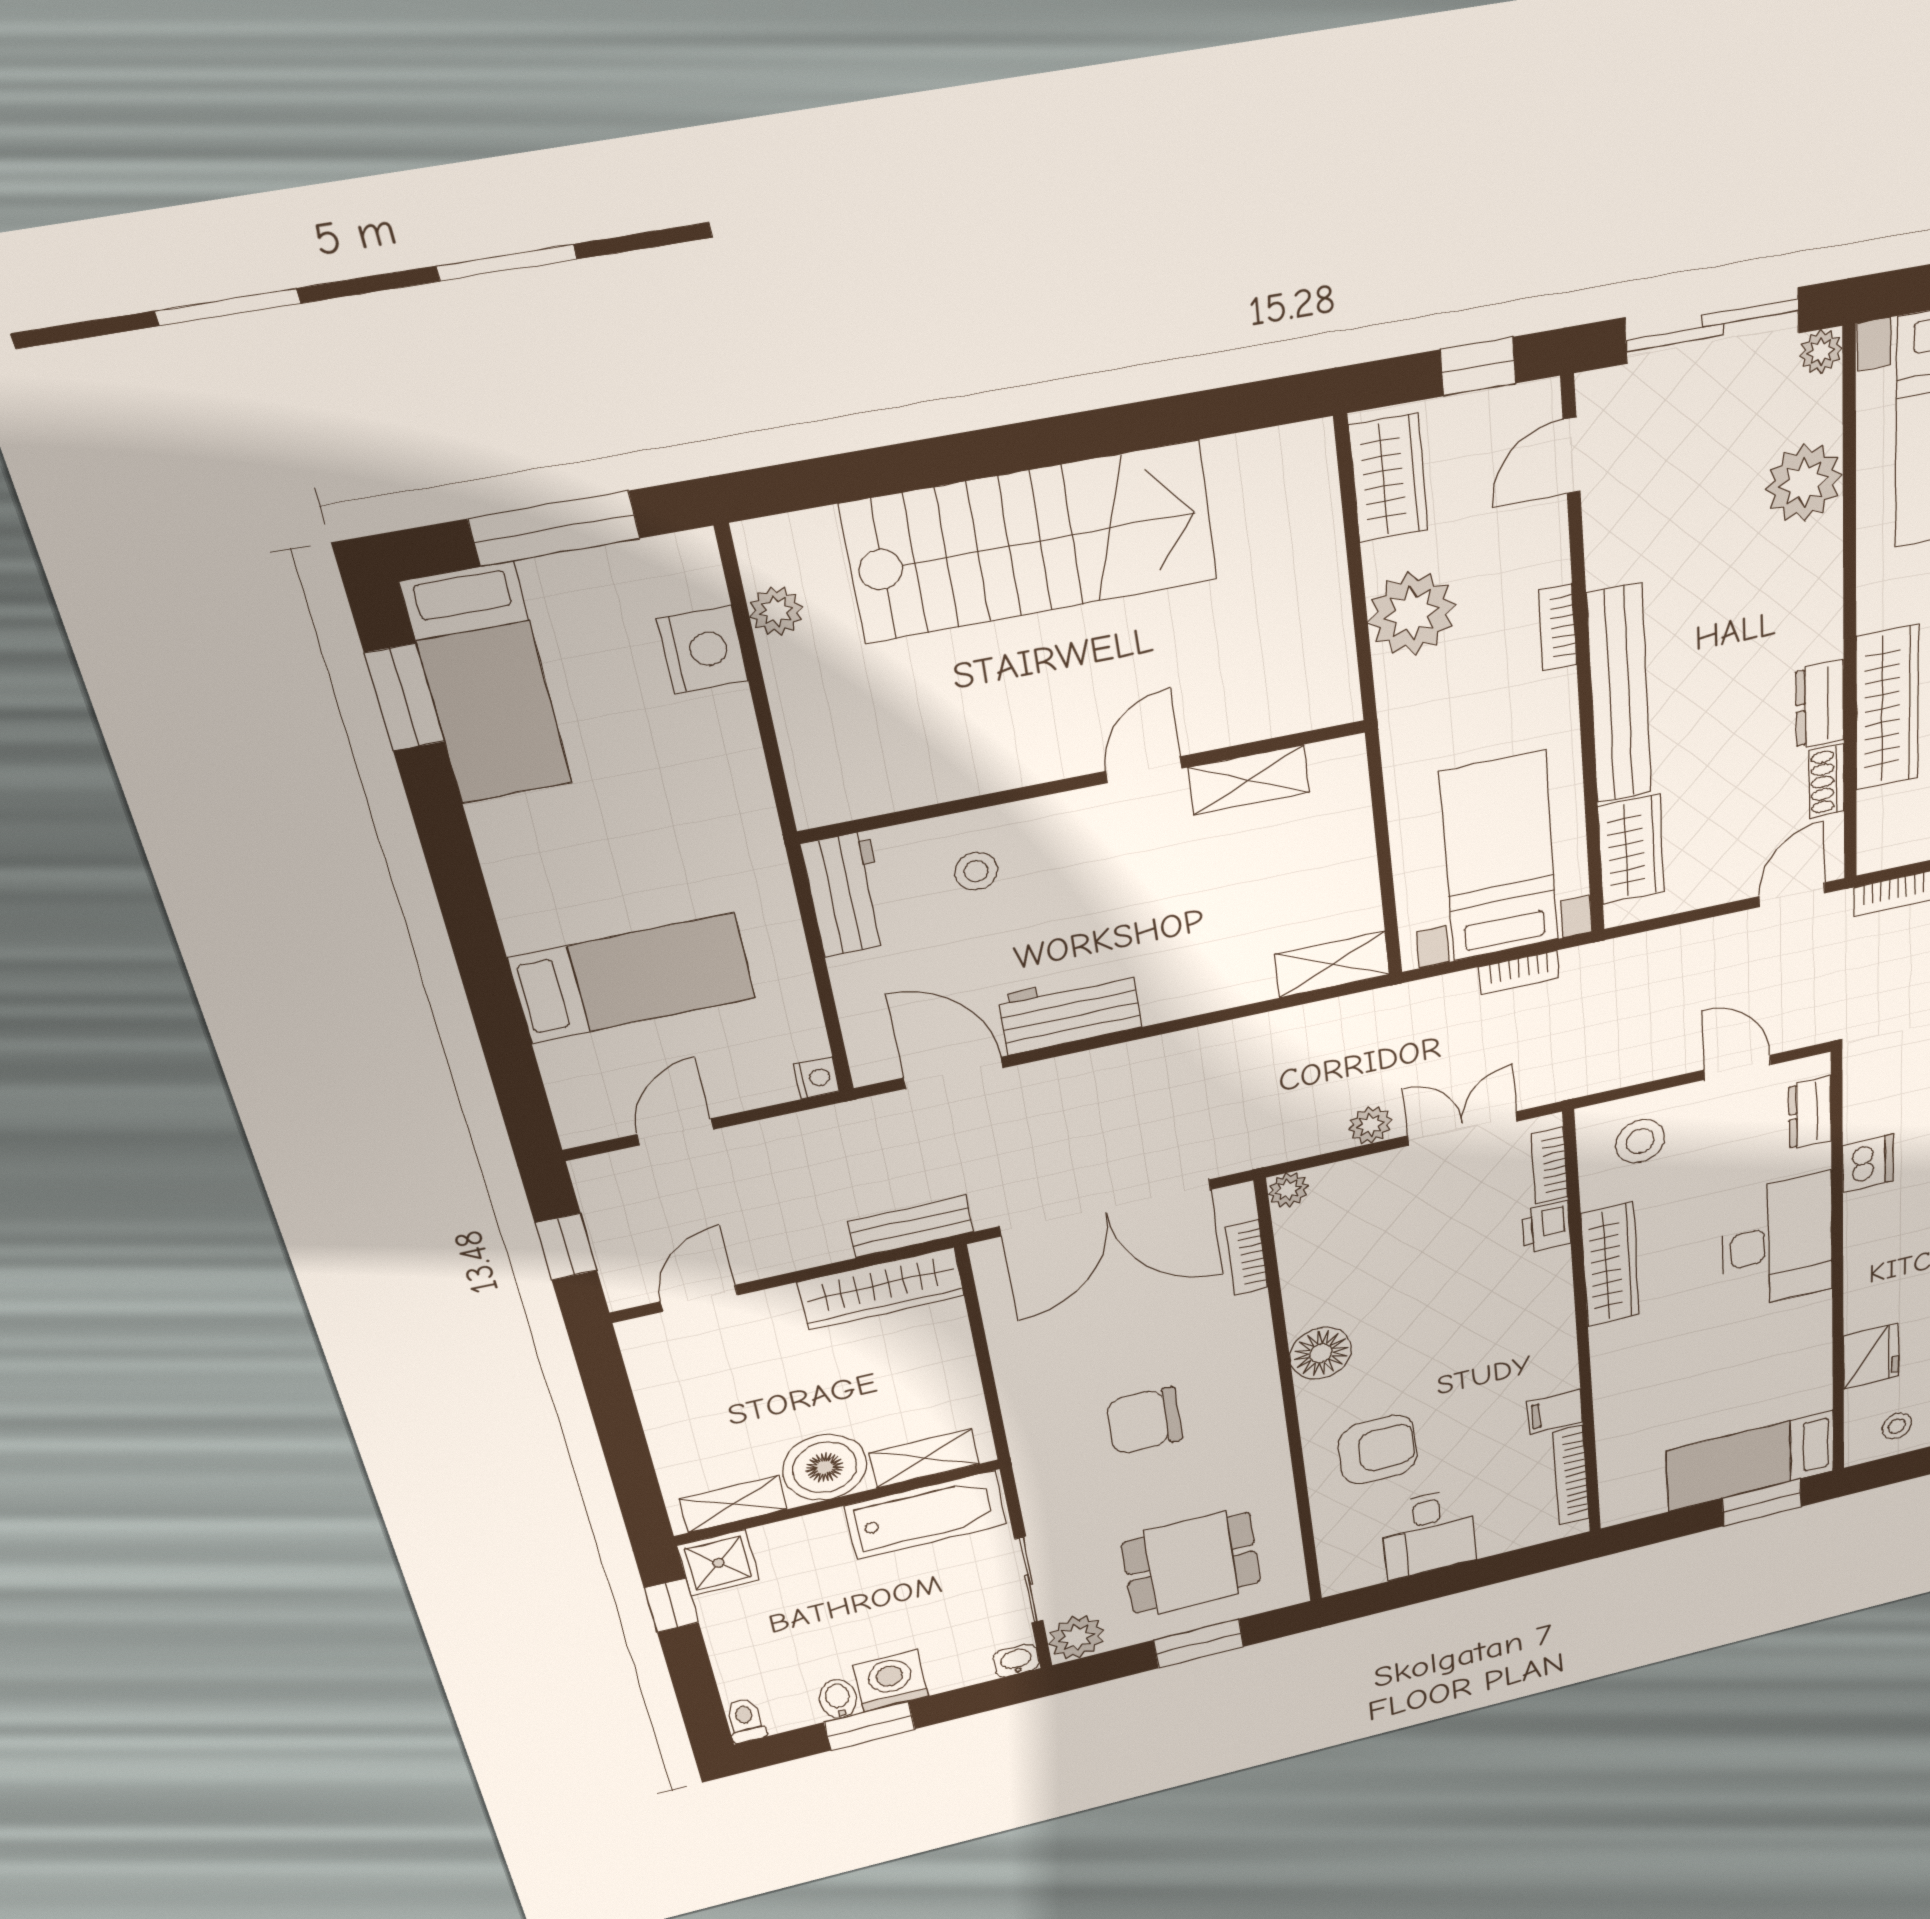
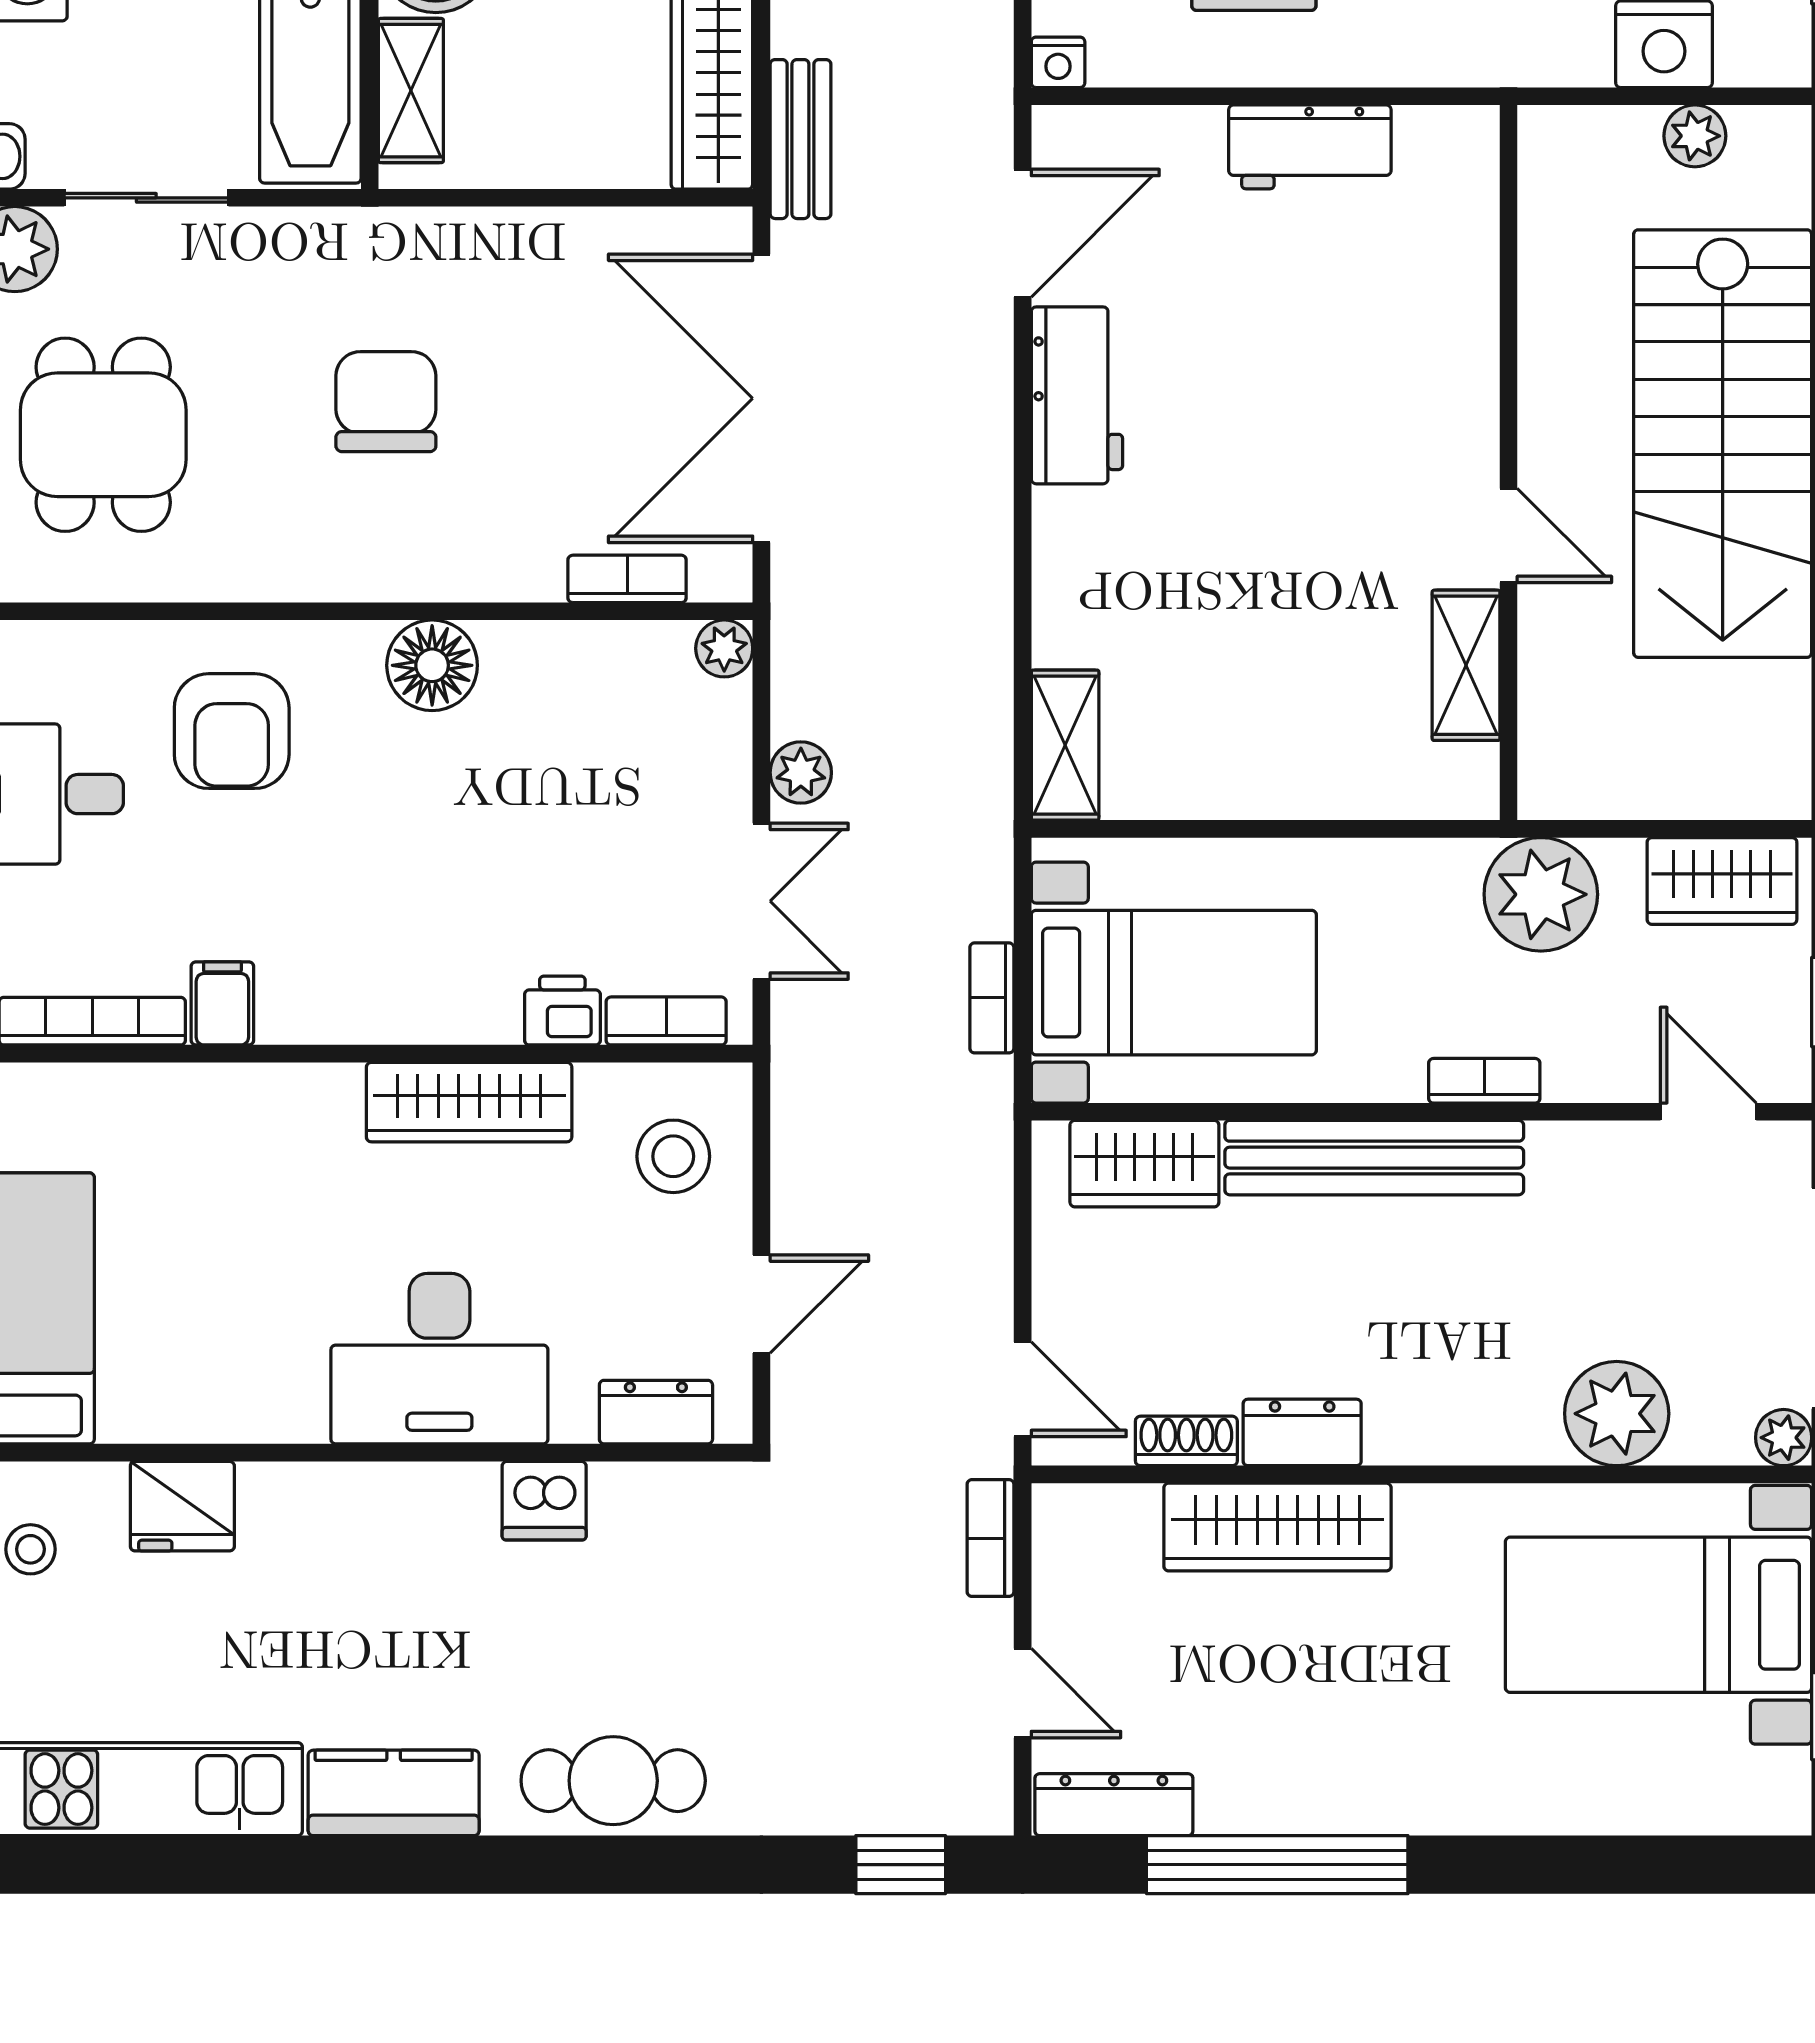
door: (1144, 770) -> (1509, 536), moved
shelving: (1249, 780) -> (1466, 665), moved
wall: (1086, 781) -> (1509, 463), moved
stool: (976, 871) -> (1306, 309), removed

